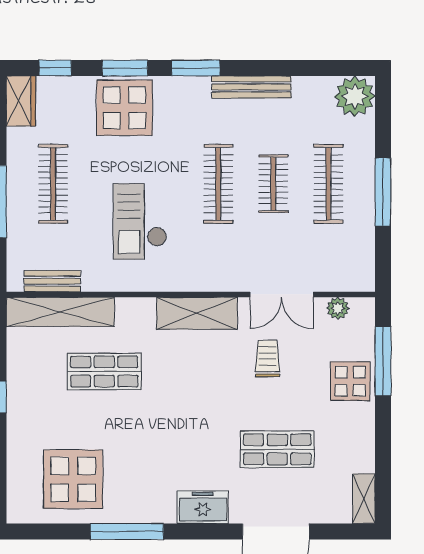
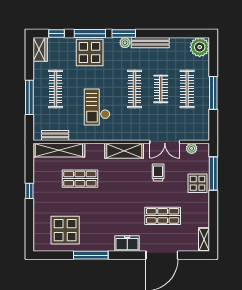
window: (125, 68) -> (90, 34), width x1.44
plant: (199, 87) -> (125, 43), added

